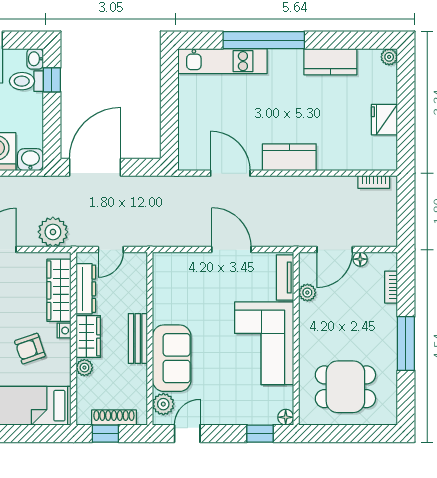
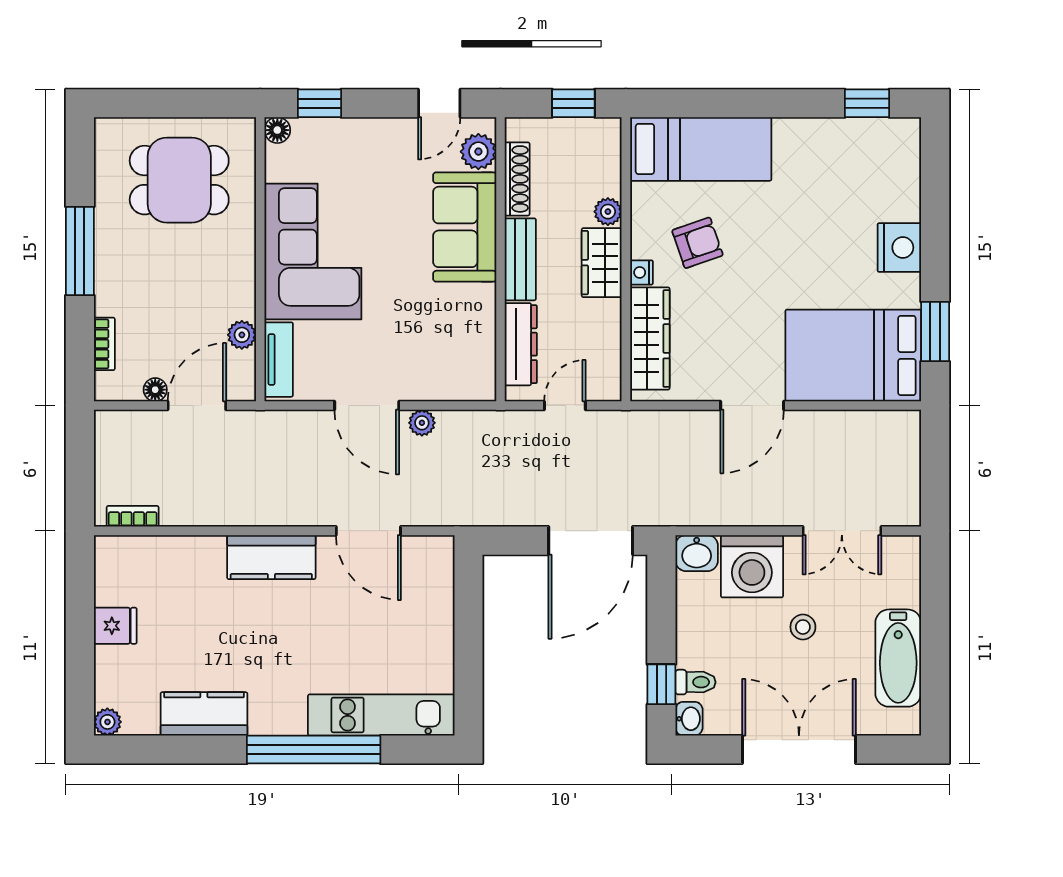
toilet: (26, 81) -> (695, 682), width x0.73, depth x0.72
fridge: (384, 120) -> (115, 626), width x0.72
plant: (53, 232) -> (422, 423), moved, width x0.53, depth x0.53
dresser: (86, 289) -> (521, 344), moved, turned 180
shoe rack: (114, 417) -> (517, 179), moved, turned -90

